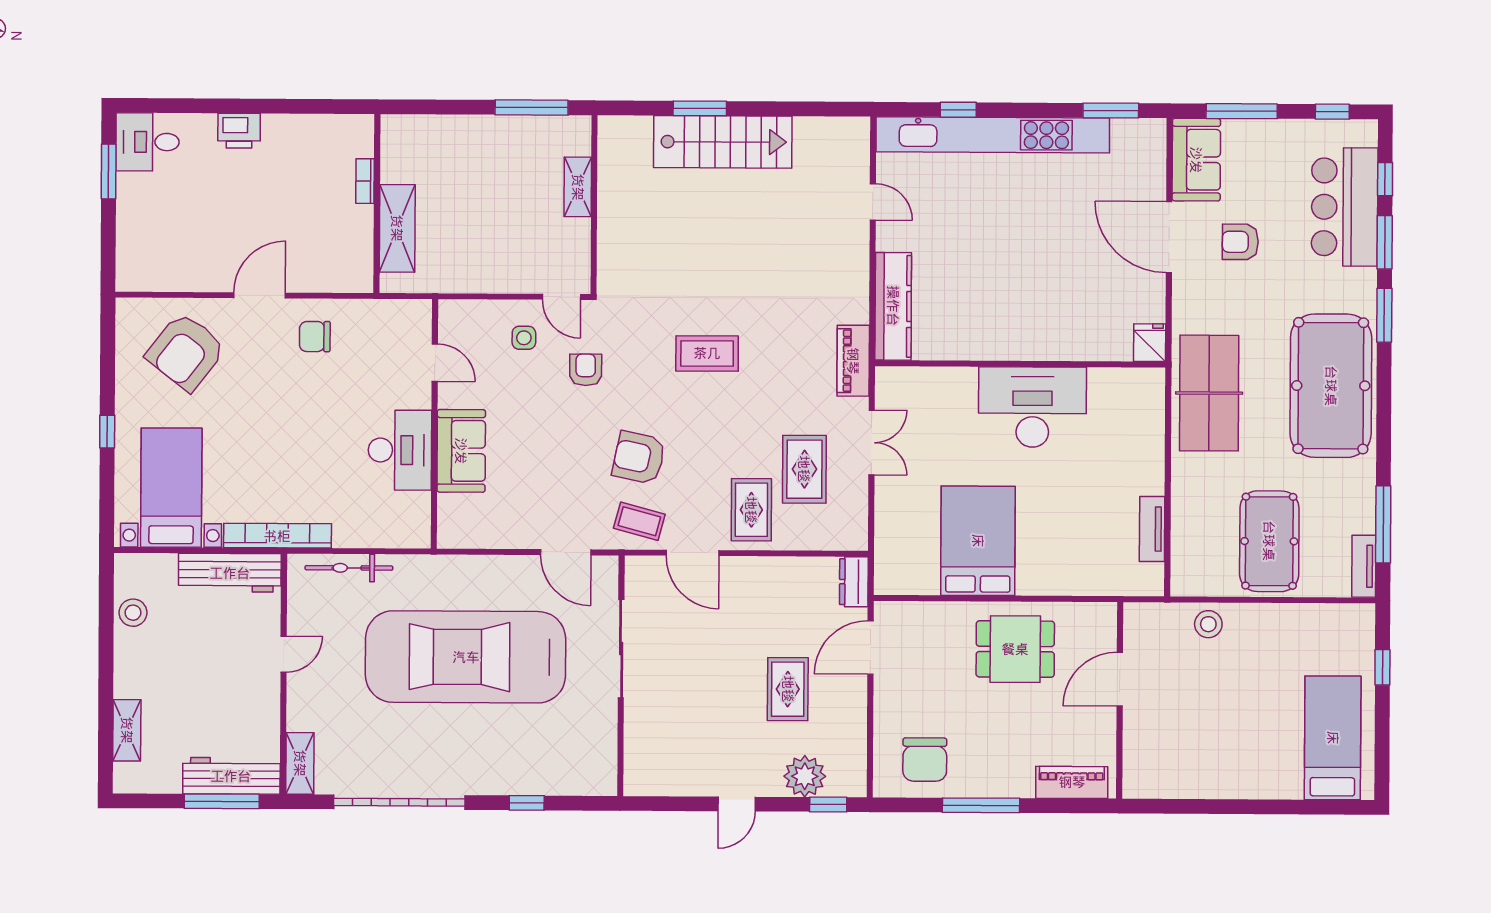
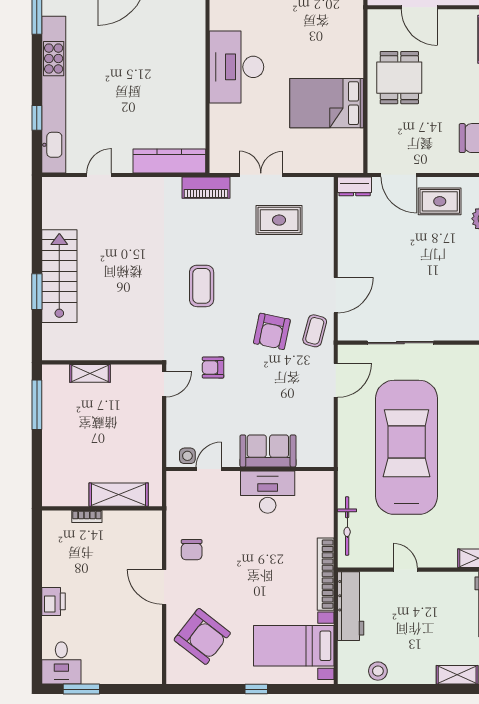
side table: (524, 338) -> (187, 456), moved
rug: (751, 510) -> (307, 256), removed
car: (466, 657) -> (407, 447), turned 180
rug: (788, 689) -> (440, 201), moved

